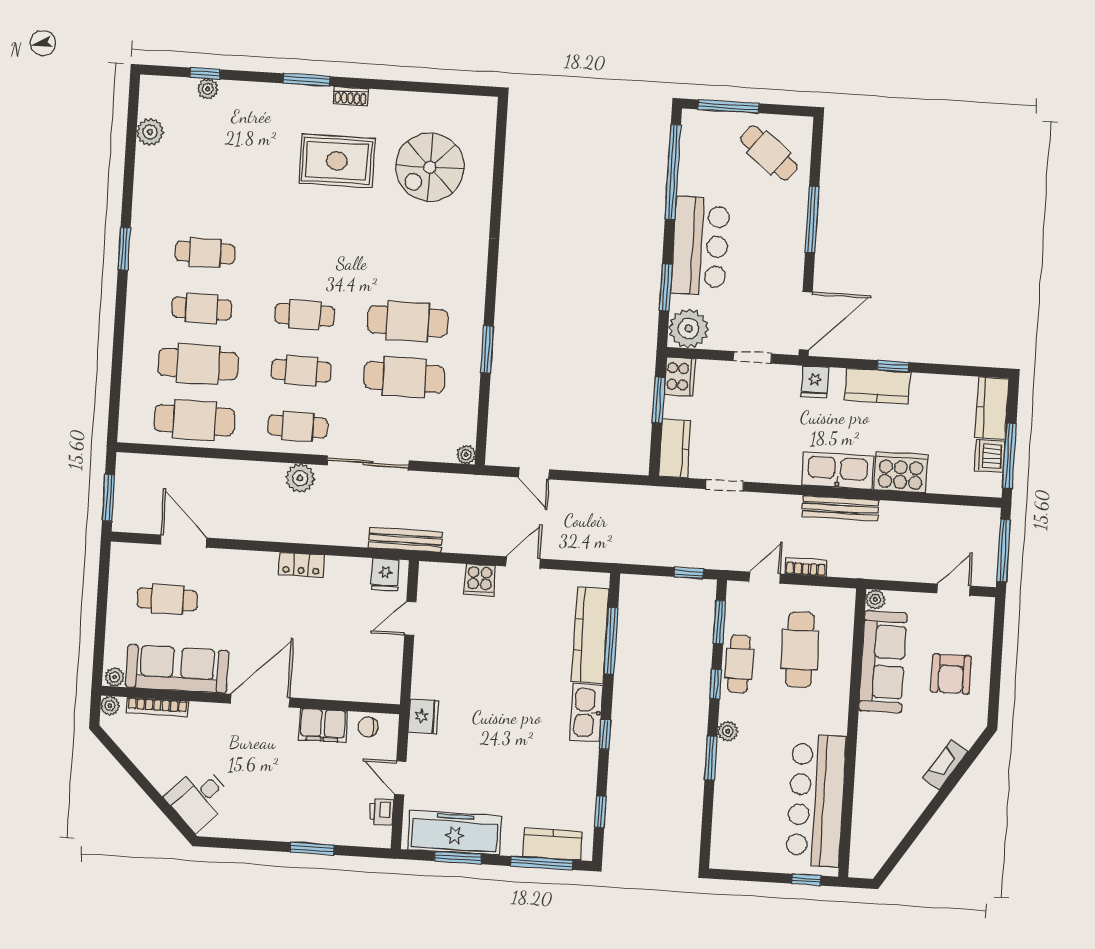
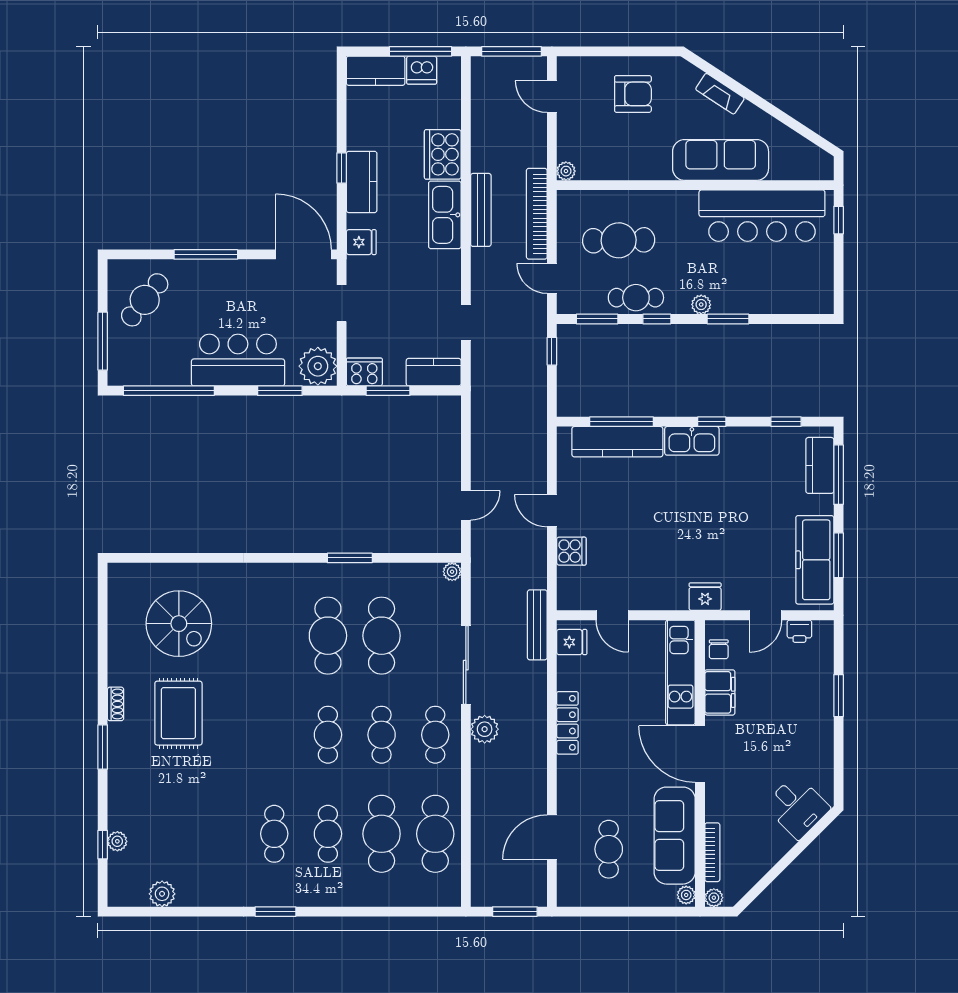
locker: (301, 565) -> (567, 723), width x1.53
bookcase: (806, 567) -> (537, 214), width x2.31, depth x1.31
sofa: (883, 662) -> (721, 160), moved
kitchen unit: (346, 686) -> (680, 672), added

